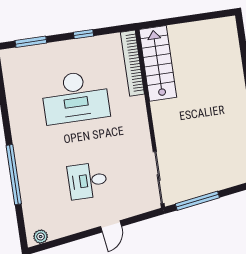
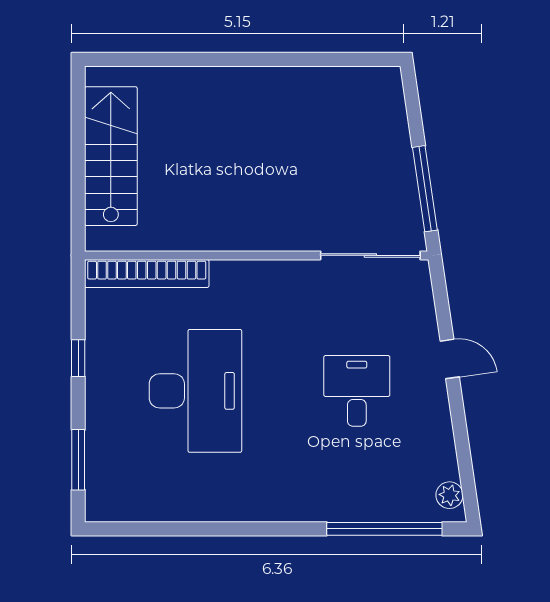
stairs: (158, 63) -> (111, 156), moved, turned 90
window: (14, 175) -> (384, 529), moved
desk: (88, 181) -> (357, 391), turned 180

